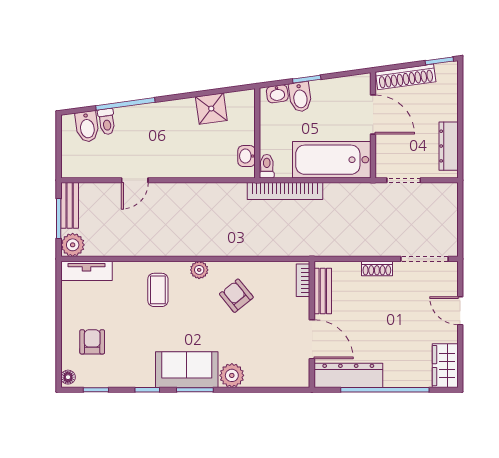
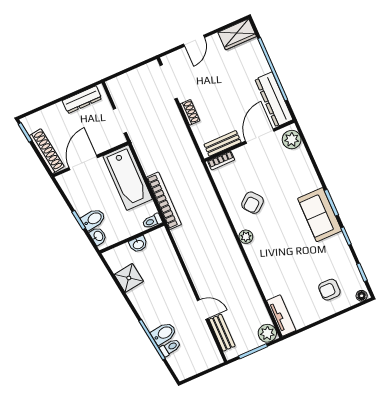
bidet: (87, 127) -> (164, 333), moved
washbasin: (247, 156) -> (138, 244), moved
bench: (70, 205) -> (222, 333), moved, turned 90
coffee table: (158, 290) -> (273, 259), removed
plant: (232, 375) -> (292, 140), moved

